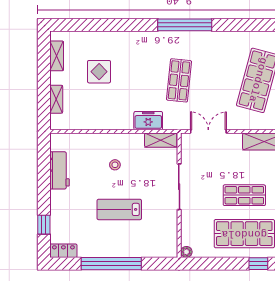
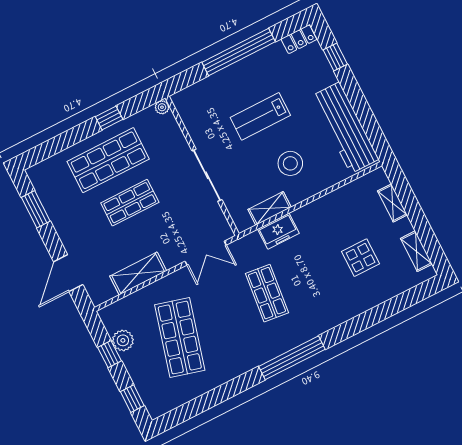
shelving: (161, 140) -> (270, 208), moved
stool: (115, 165) -> (290, 163), width x1.89, depth x1.89
workbench: (60, 170) -> (345, 128), width x1.88, depth x1.32
lab bench: (119, 209) -> (260, 116), turned 180
window: (258, 264) -> (109, 118), moved

